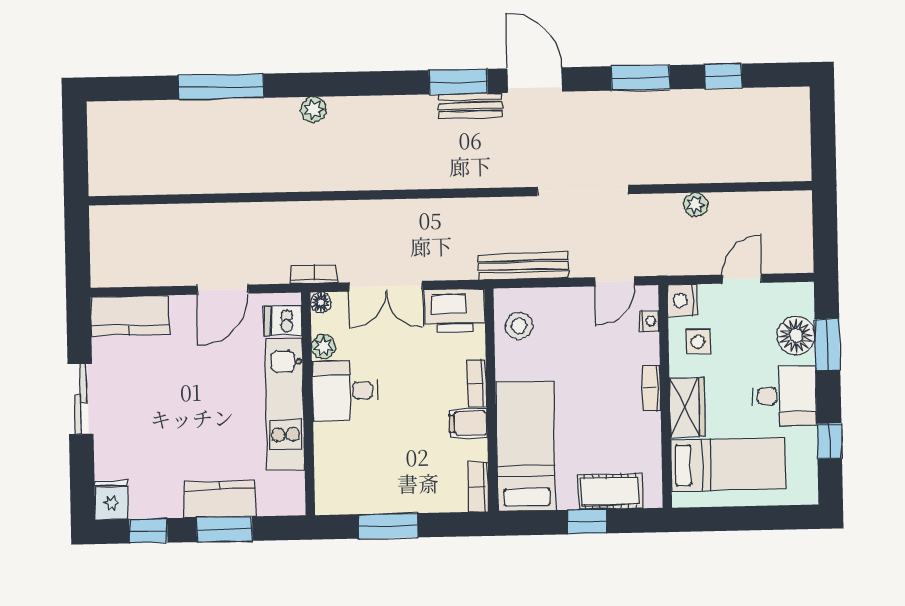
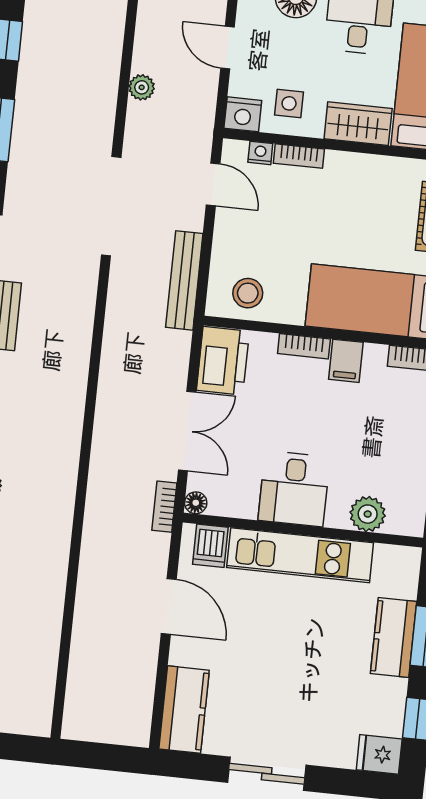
plant: (323, 347) -> (368, 514), moved, width x1.38, depth x1.38
bookcase: (651, 388) -> (299, 156), moved

